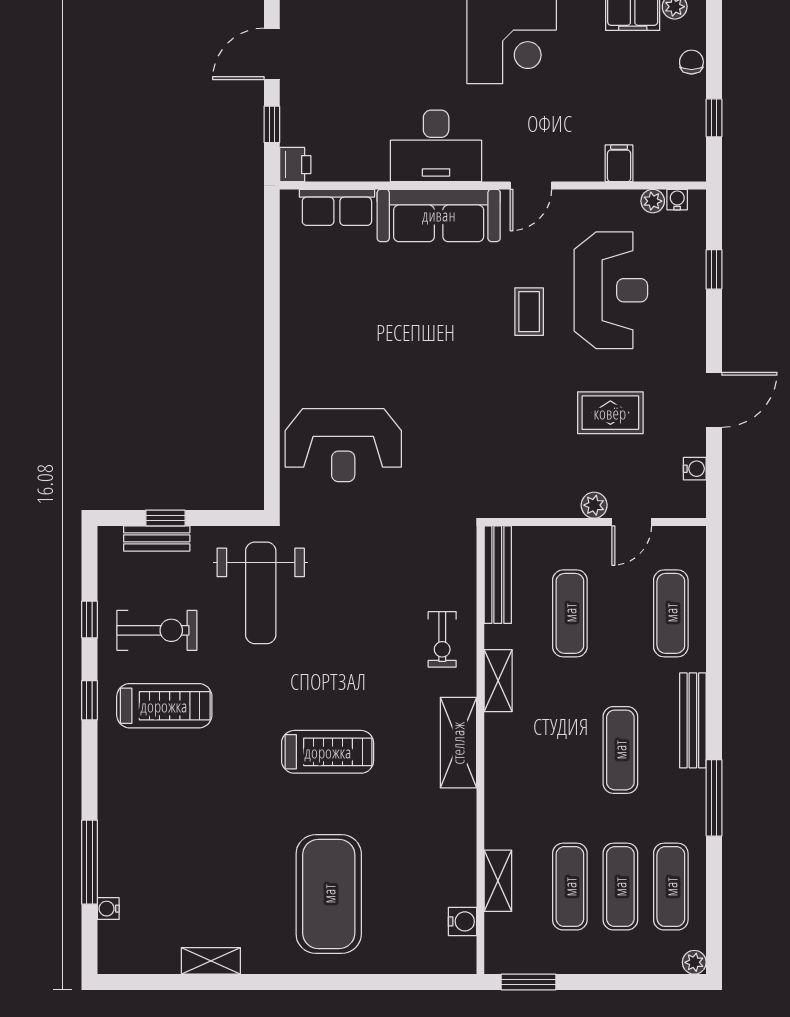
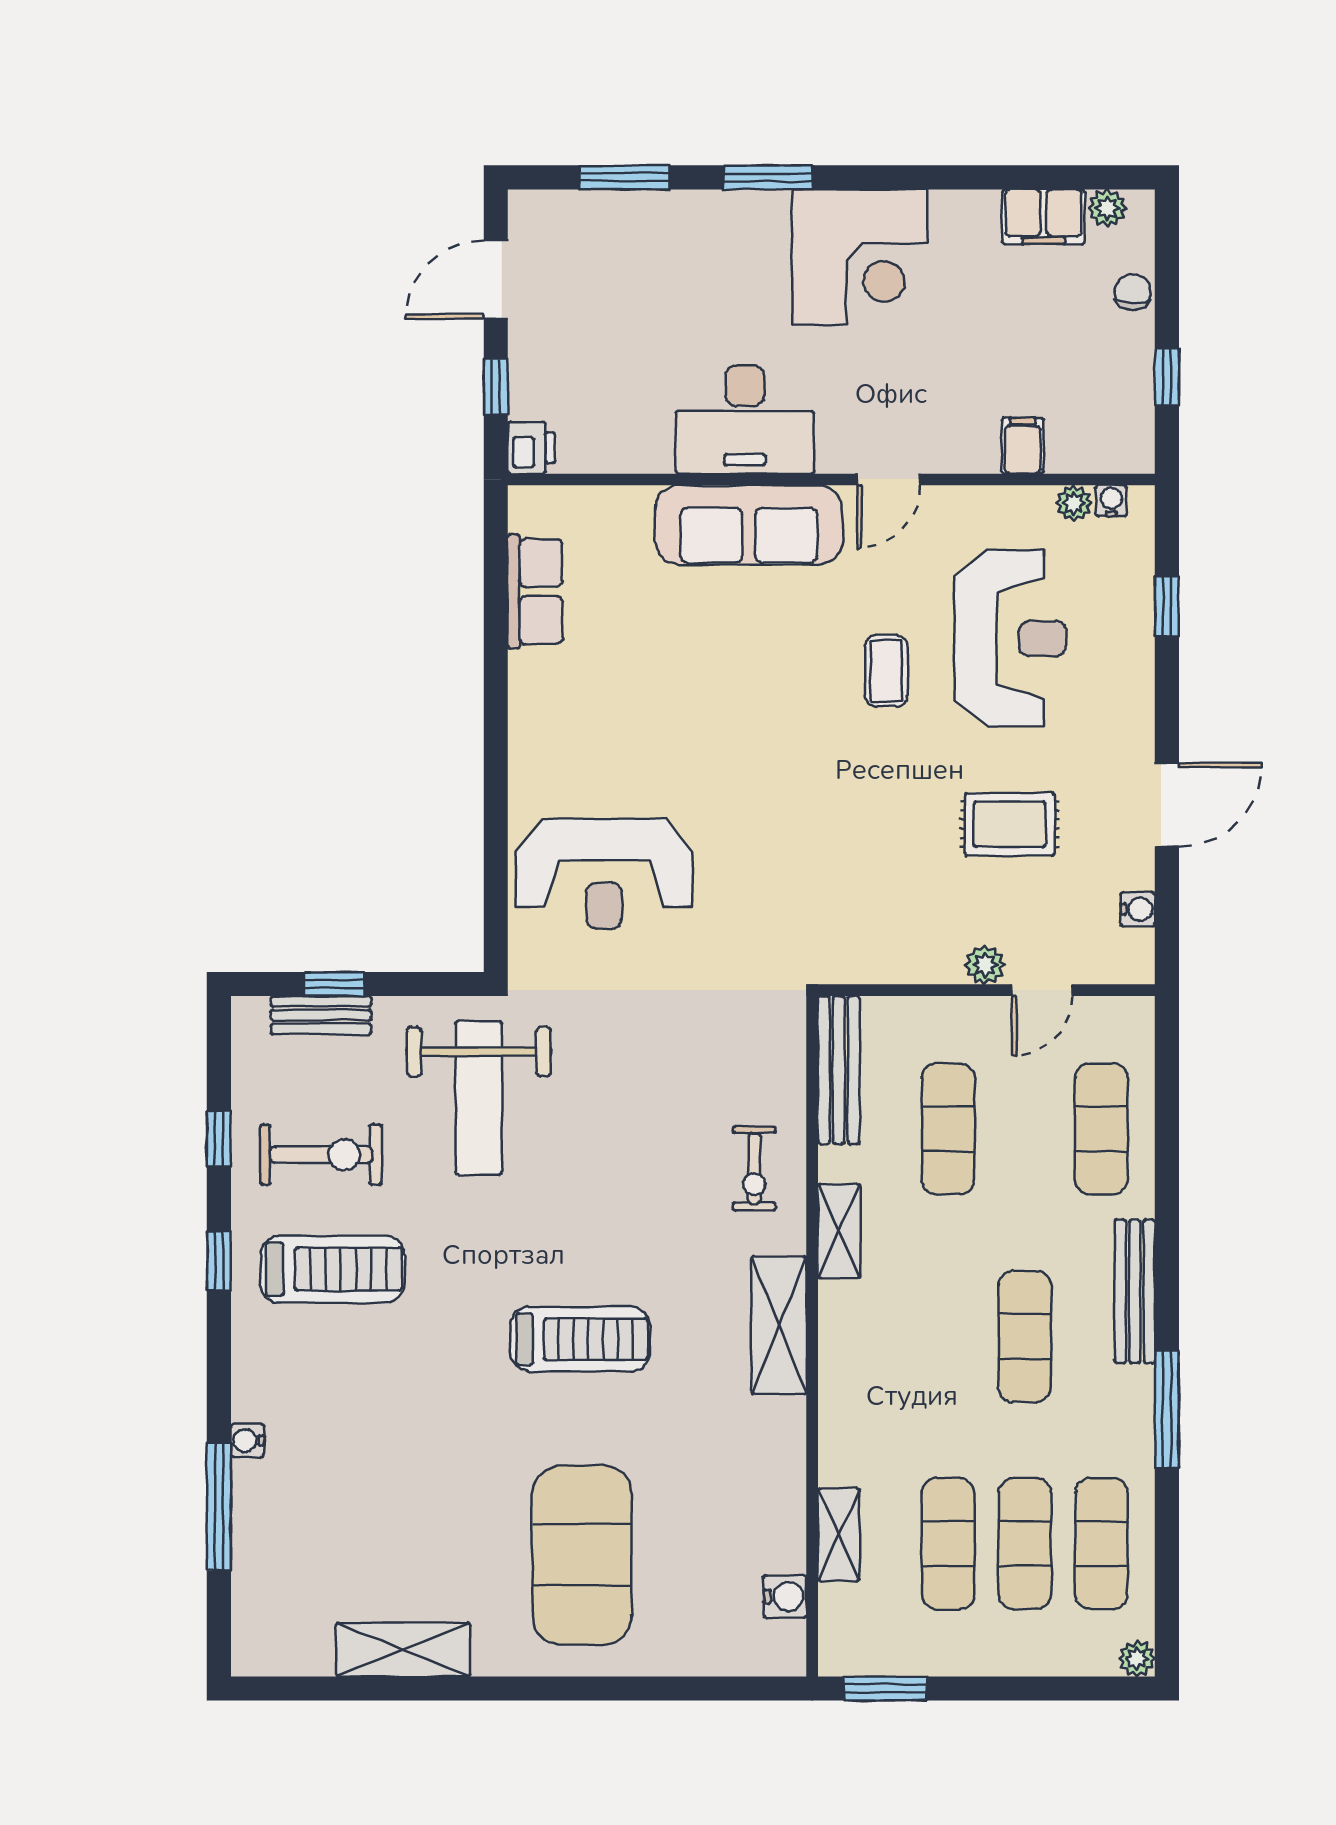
row of seats: (337, 207) -> (535, 591), moved, turned -90
water cooler: (108, 909) -> (247, 1441), moved
shelving: (211, 961) -> (403, 1650), width x1.50, depth x1.33

